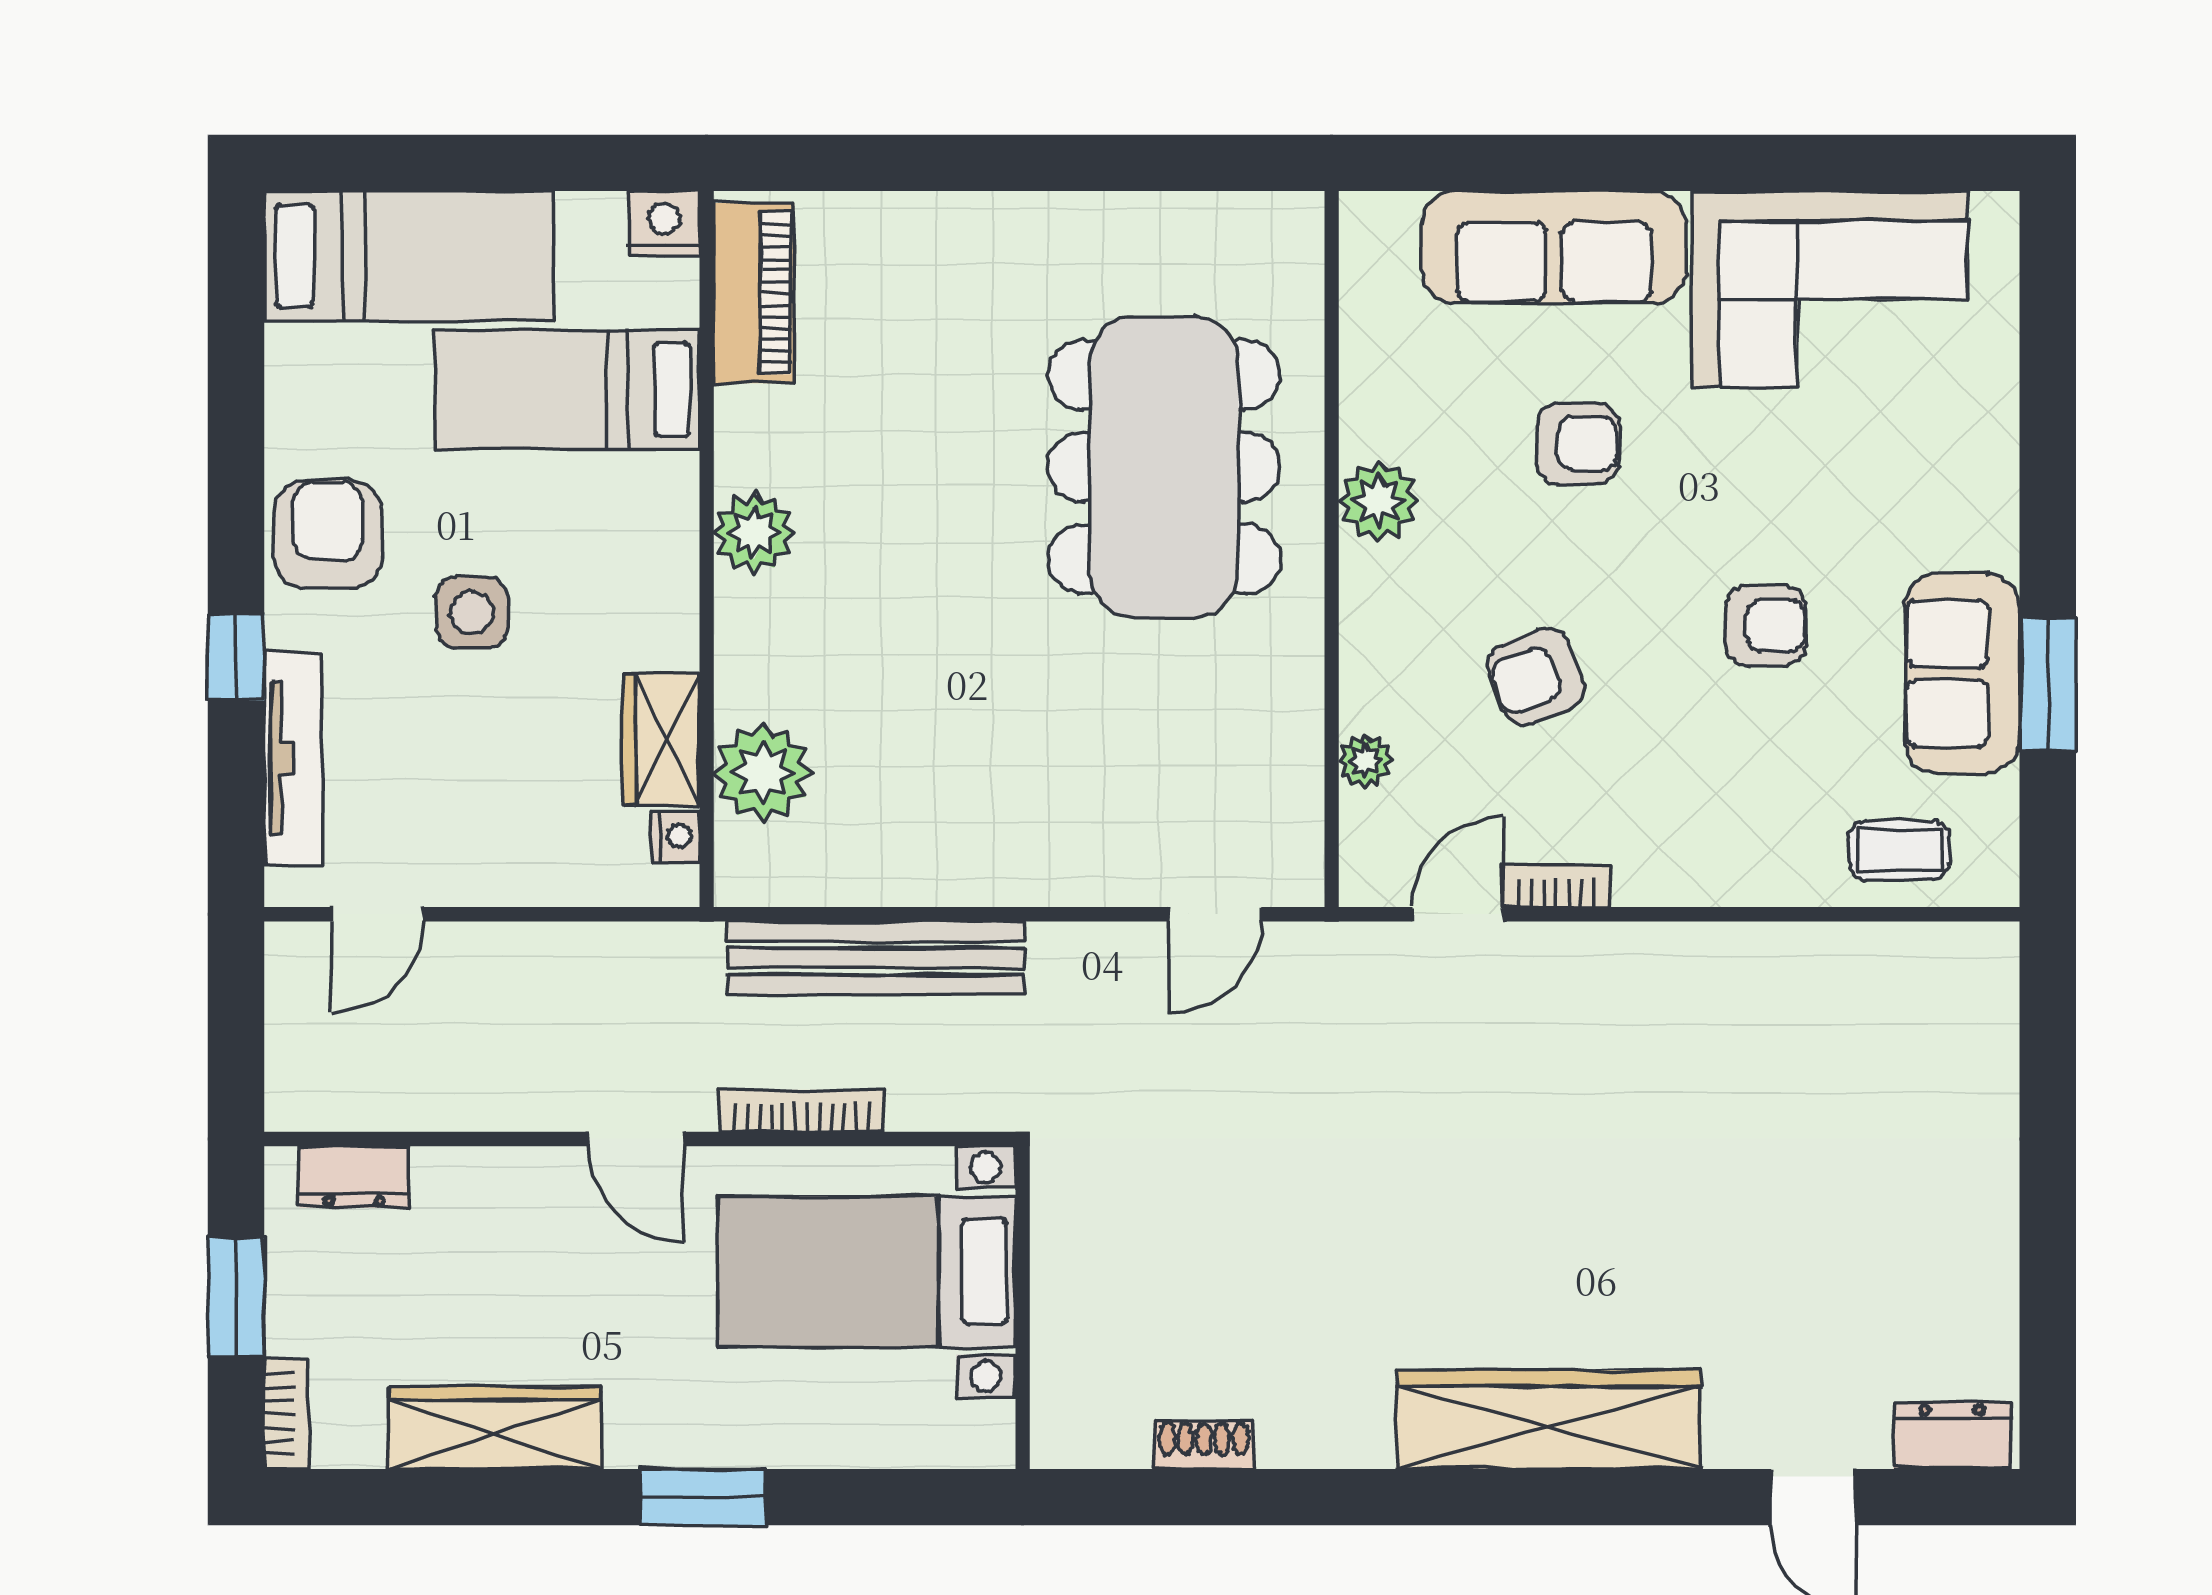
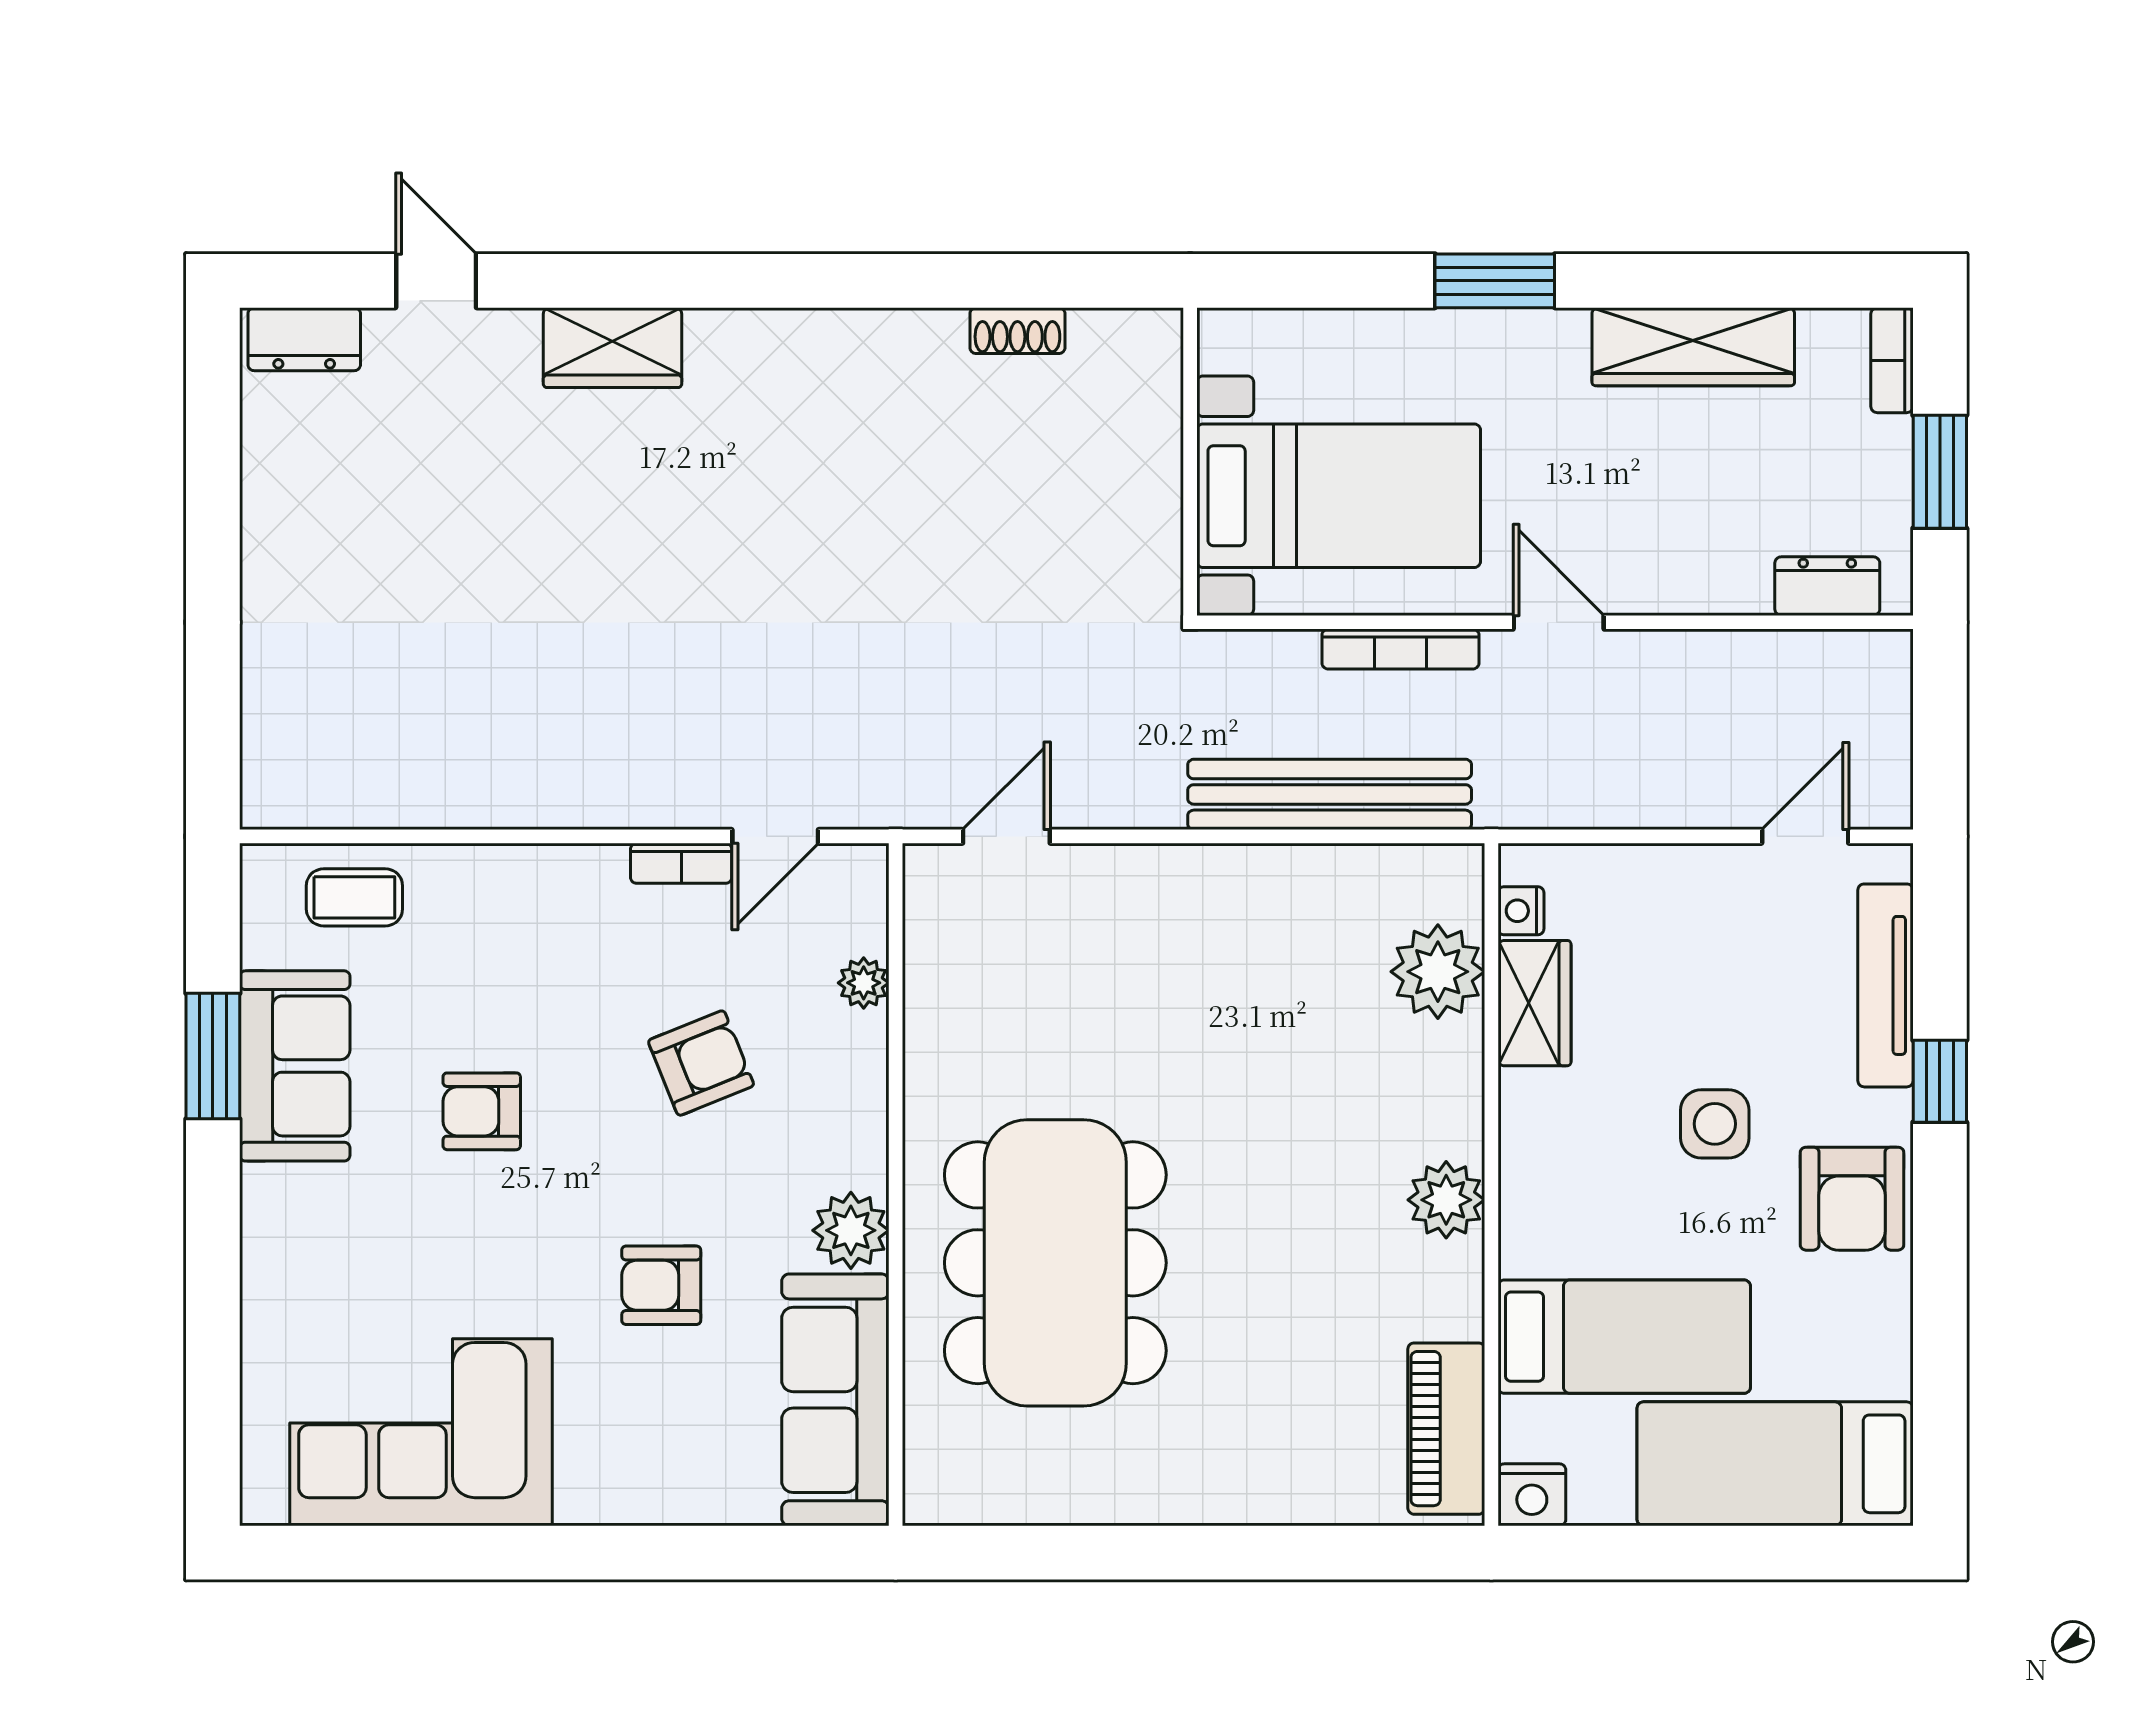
sofa: (1554, 247) -> (835, 1400), moved, turned -90
wardrobe: (1549, 1420) -> (612, 348), width x0.48, depth x0.85

